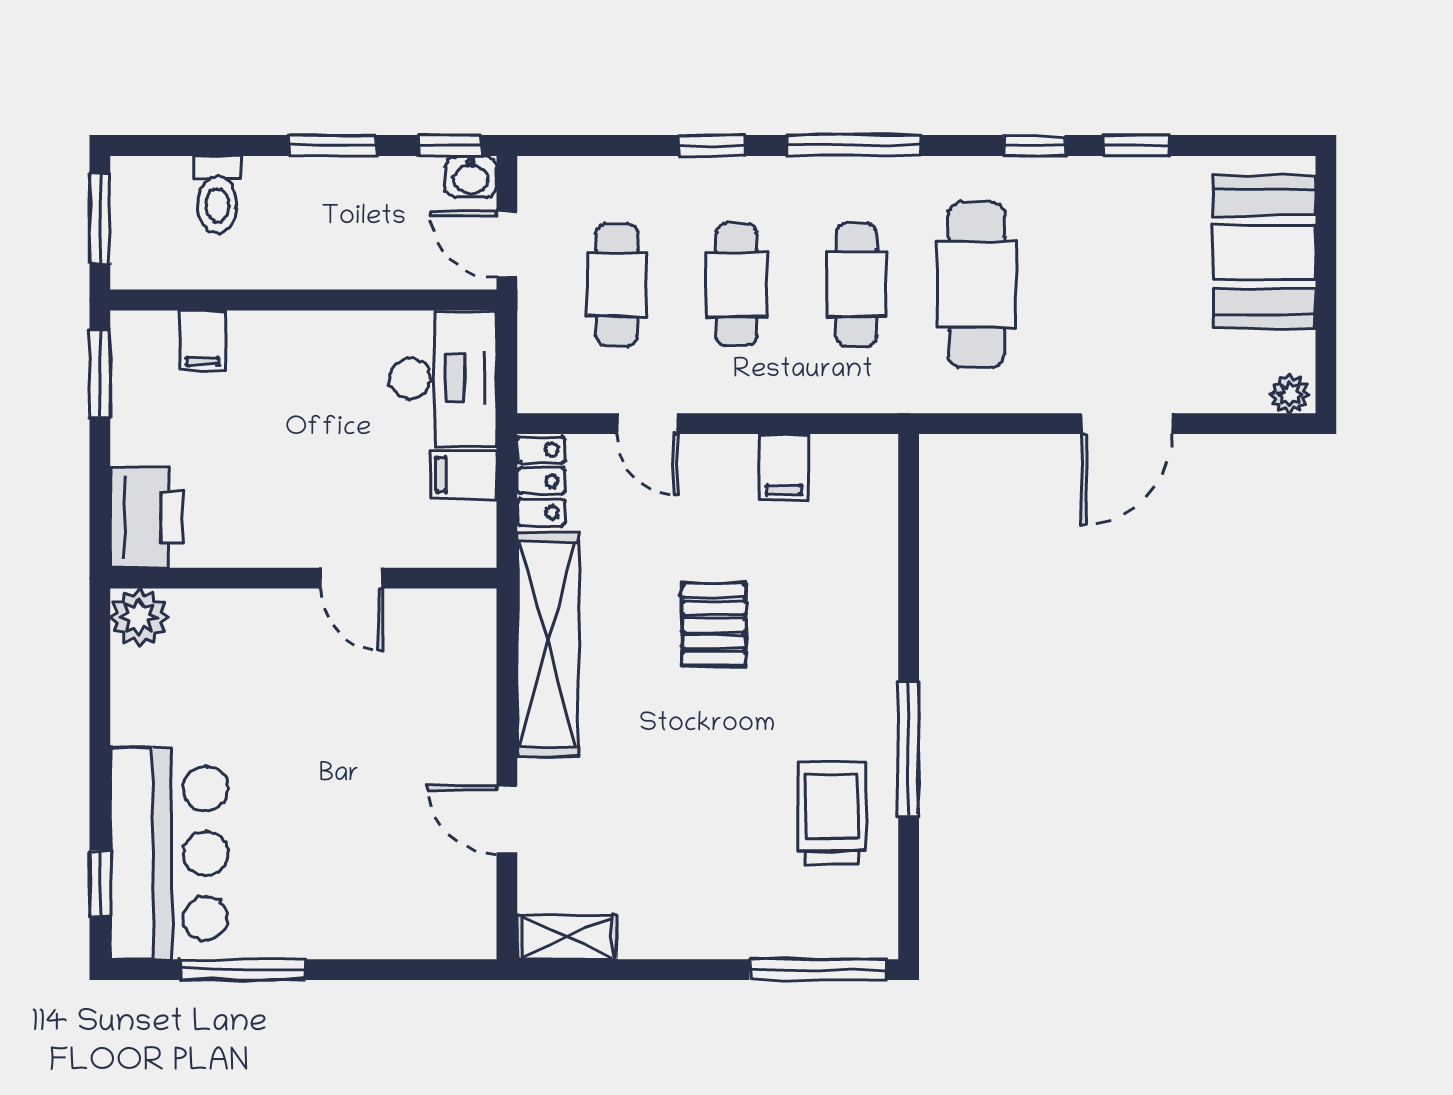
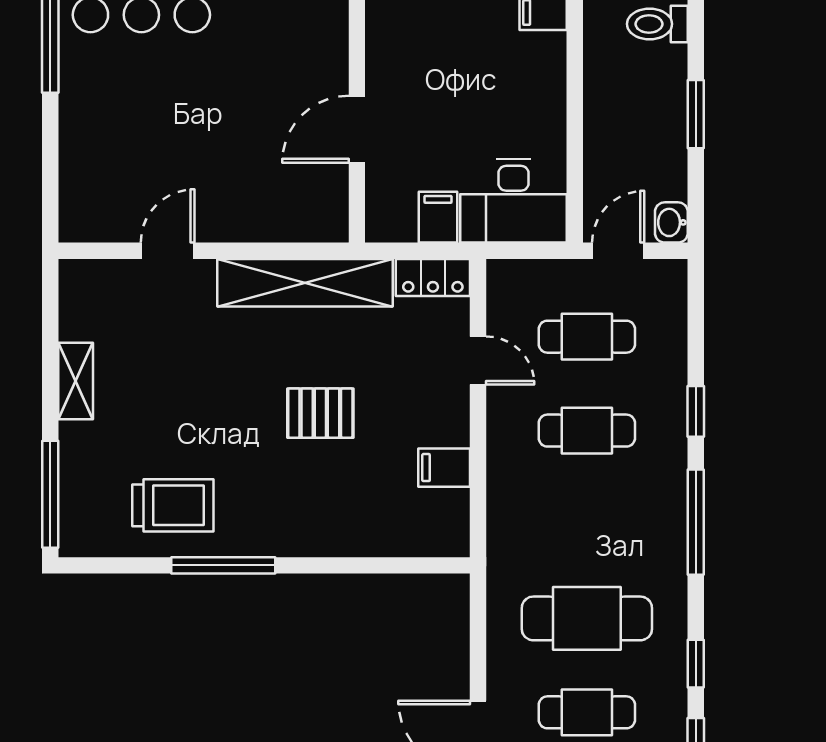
window: (450, 146) -> (696, 206), removed
cafe table: (856, 285) -> (587, 712), moved
door: (647, 424) -> (478, 360), swing flipped
door: (352, 578) -> (357, 129), width x1.38
shelving: (567, 937) -> (76, 381), moved

